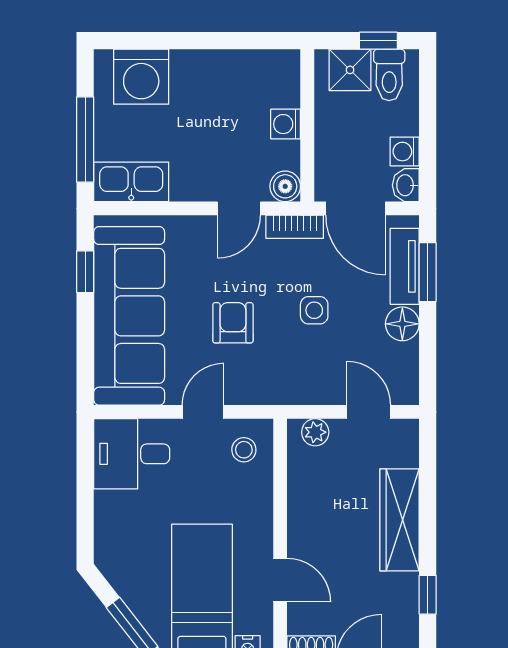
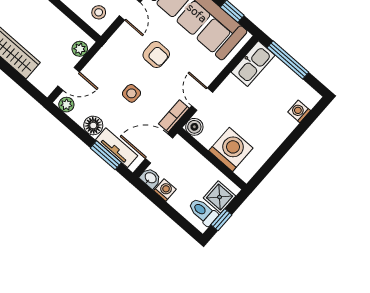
washing machine: (141, 77) -> (299, 111), width x0.53, depth x0.53
washing machine: (286, 124) -> (231, 149), width x1.89, depth x1.89
plant: (406, 385) -> (66, 105), added

